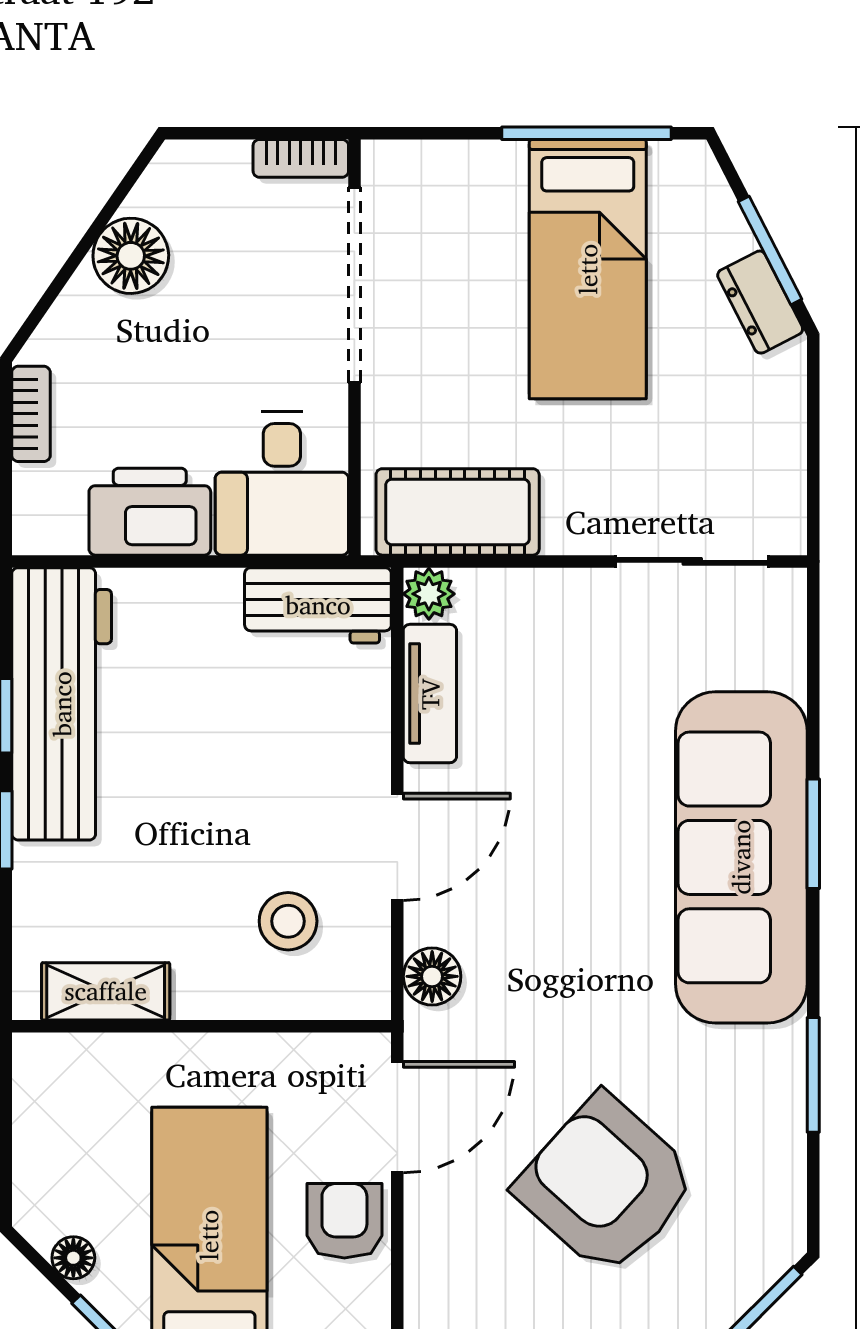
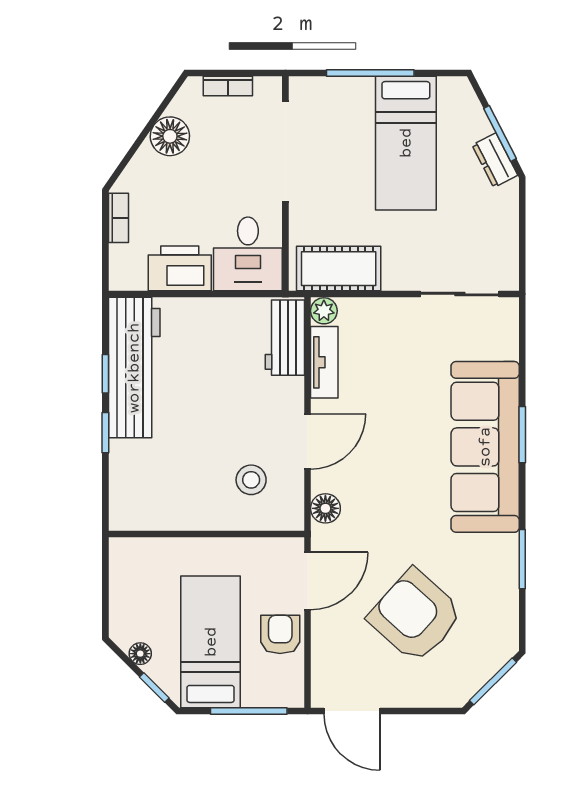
window: (586, 133) -> (370, 73), moved
bookcase: (301, 158) -> (228, 86), moved
workbench: (318, 605) -> (285, 338), moved, turned 90
shelving: (106, 991) -> (157, 516), removed

